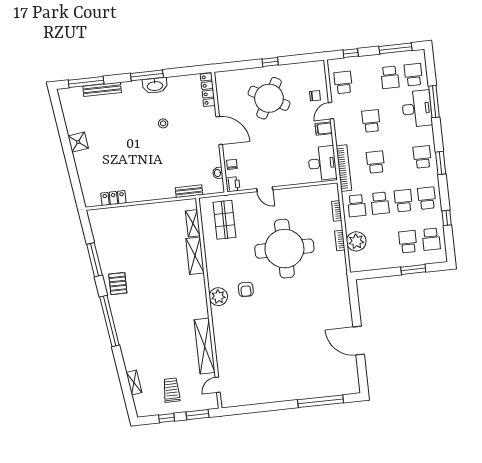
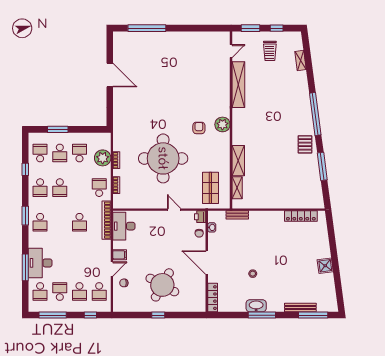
school desk: (371, 121) -> (79, 291), moved
locker: (113, 198) -> (301, 216), width x1.53
school desk: (380, 203) -> (79, 153), moved

